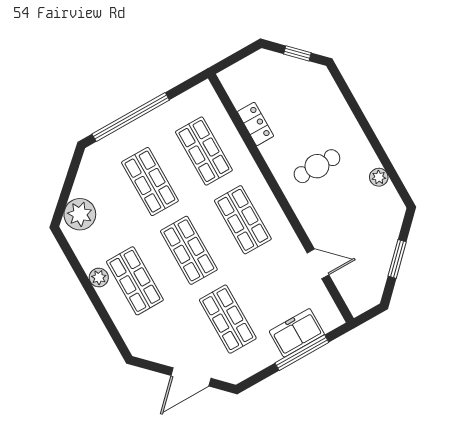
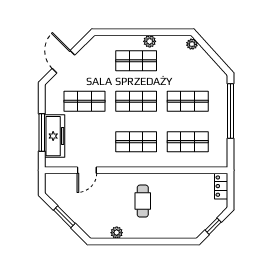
locker: (256, 124) -> (221, 186), moved, turned 90
plant: (80, 214) -> (192, 44), width x0.53, depth x0.53
freezer: (297, 333) -> (55, 136), width x1.40

